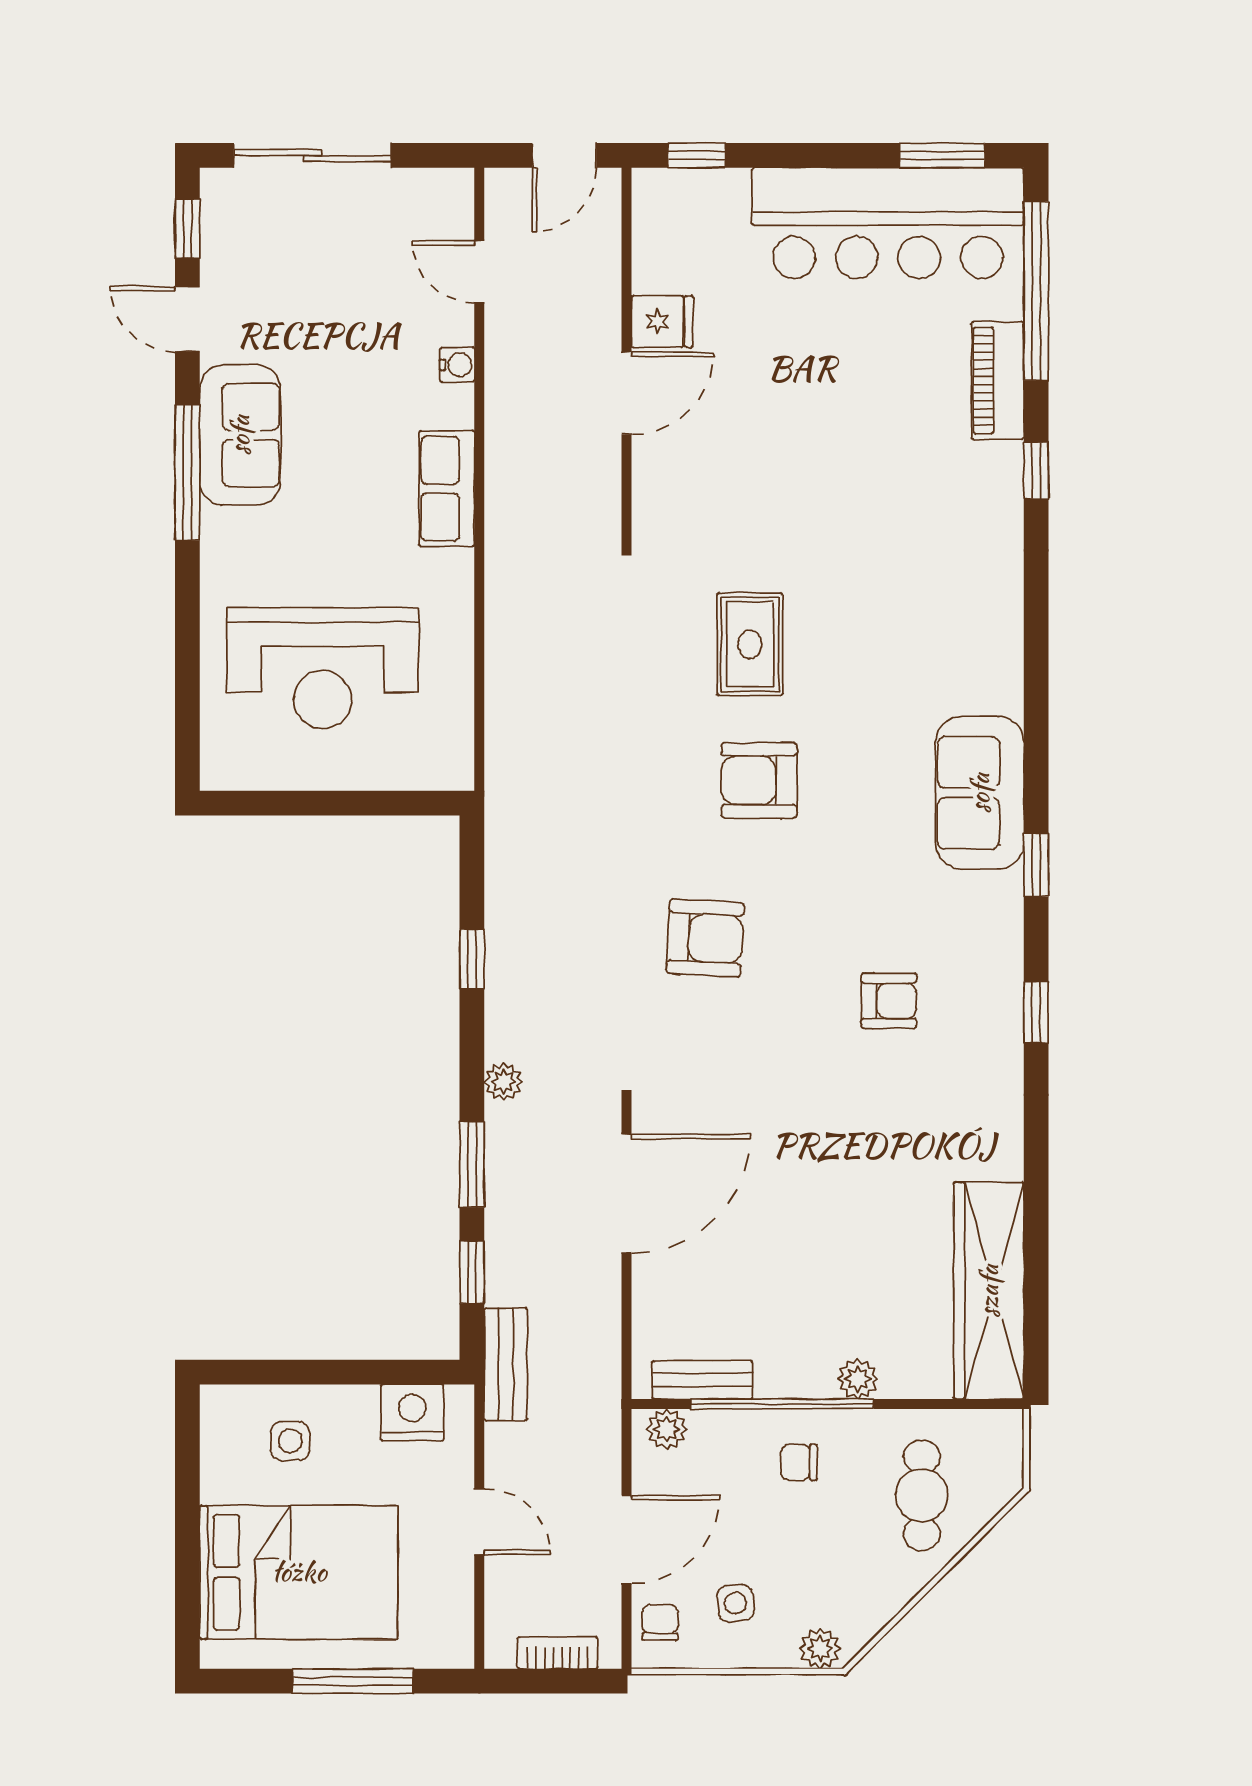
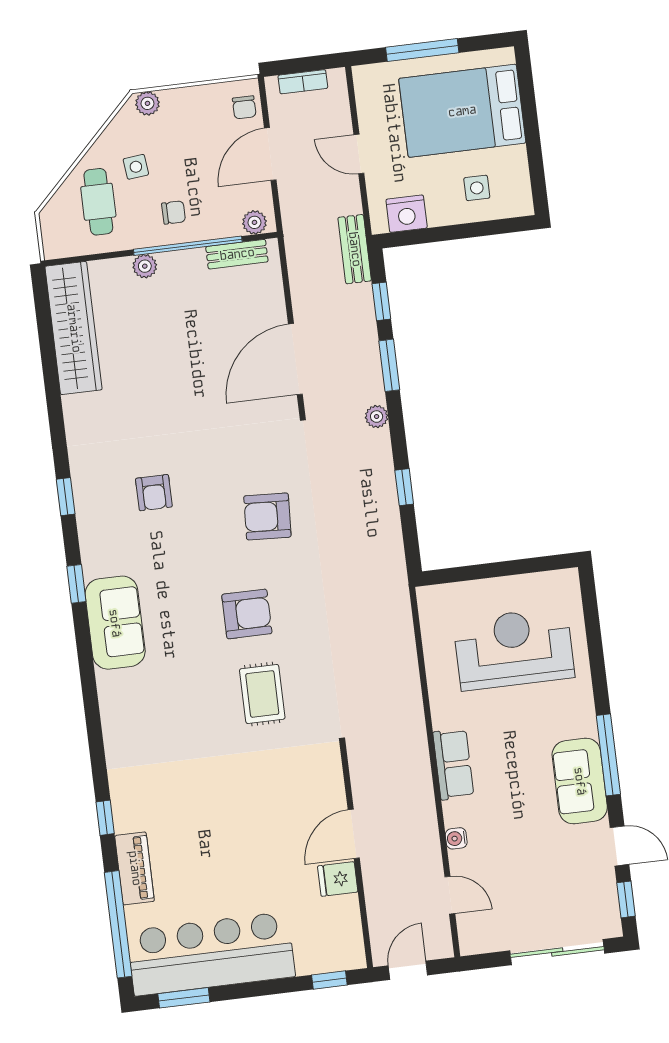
armchair: (889, 1001) -> (154, 493), turned -90
side table: (735, 1603) -> (136, 167), moved

